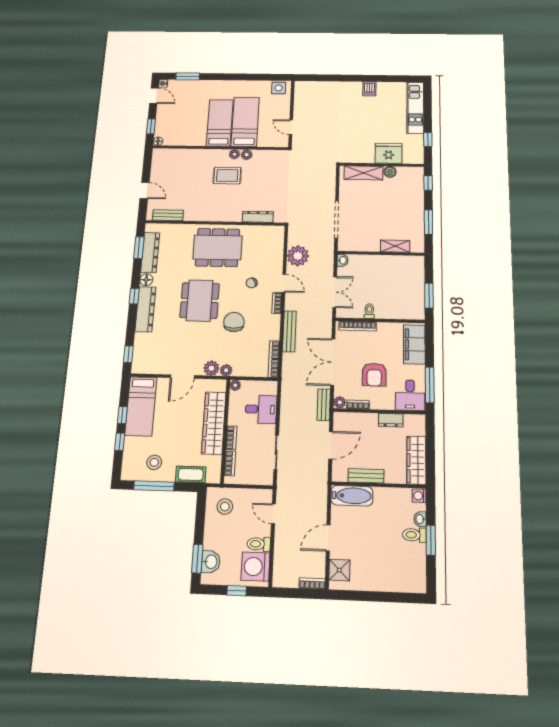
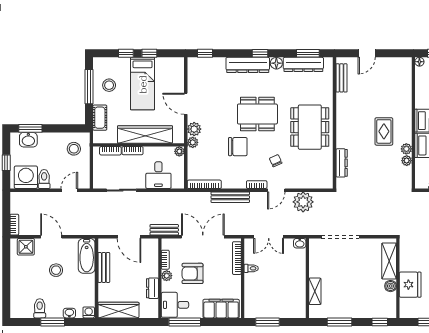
plant: (235, 154) -> (407, 161), moved
plant: (340, 402) -> (167, 276), moved
bed: (141, 406) -> (143, 84), moved, turned -90
stool: (368, 534) -> (56, 270), added
toilet: (414, 535) -> (40, 308), moved

